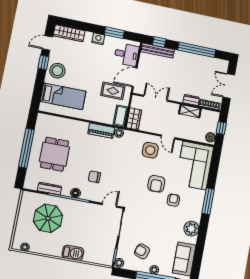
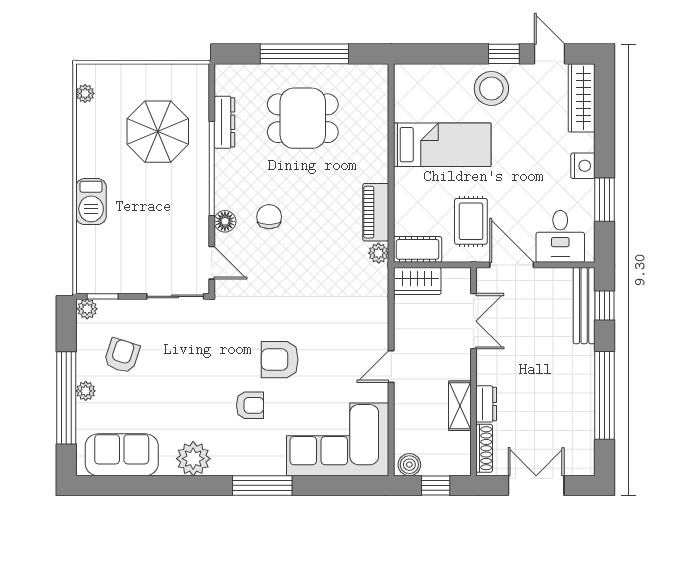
bed: (63, 96) -> (442, 145), moved, turned -90
side table: (150, 150) -> (353, 331), removed
floor lamp: (75, 193) -> (225, 221), moved

